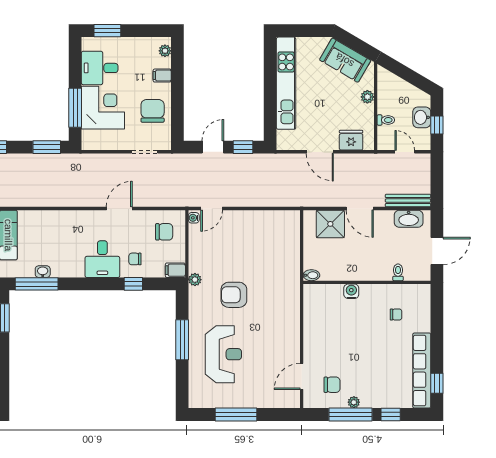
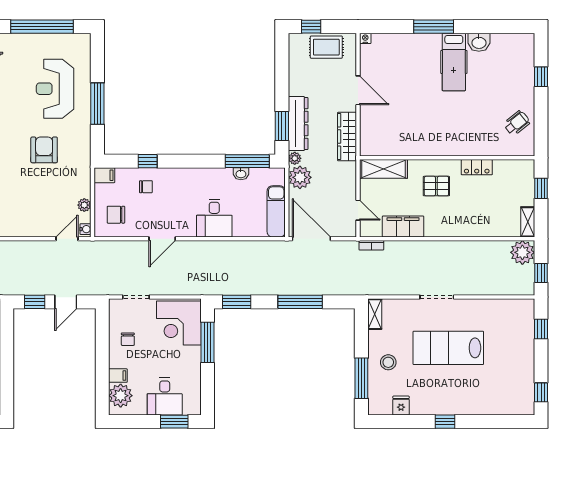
plant: (165, 51) -> (121, 396), width x1.88, depth x1.88
desk: (100, 68) -> (165, 397), moved, turned 90
corner desk: (103, 108) -> (179, 323), moved
chair: (153, 111) -> (128, 339), width x0.54, depth x0.54
desk: (102, 259) -> (214, 218), moved, turned 180
plant: (195, 280) -> (84, 205), moved
armchair: (234, 295) -> (44, 150), turned -90
window: (236, 414) -> (42, 27), width x1.46

